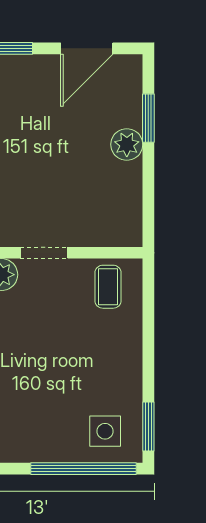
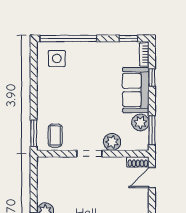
window: (148, 426) -> (34, 133), moved

